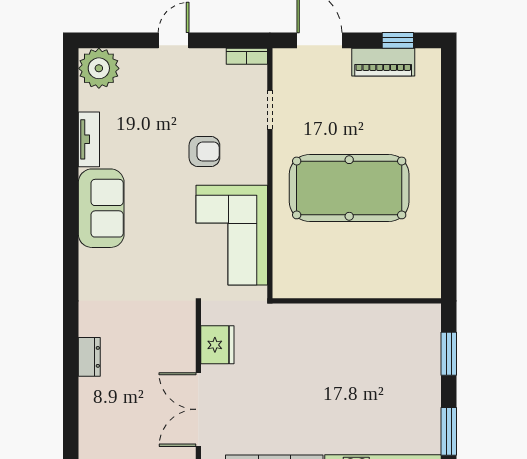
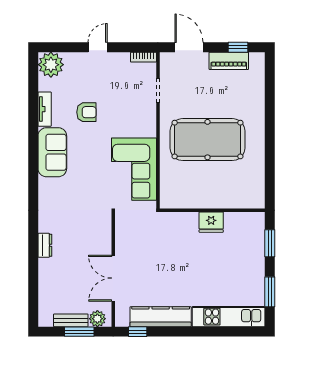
armchair: (204, 151) -> (86, 112), moved
fridge: (217, 345) -> (211, 222), moved, turned 90

